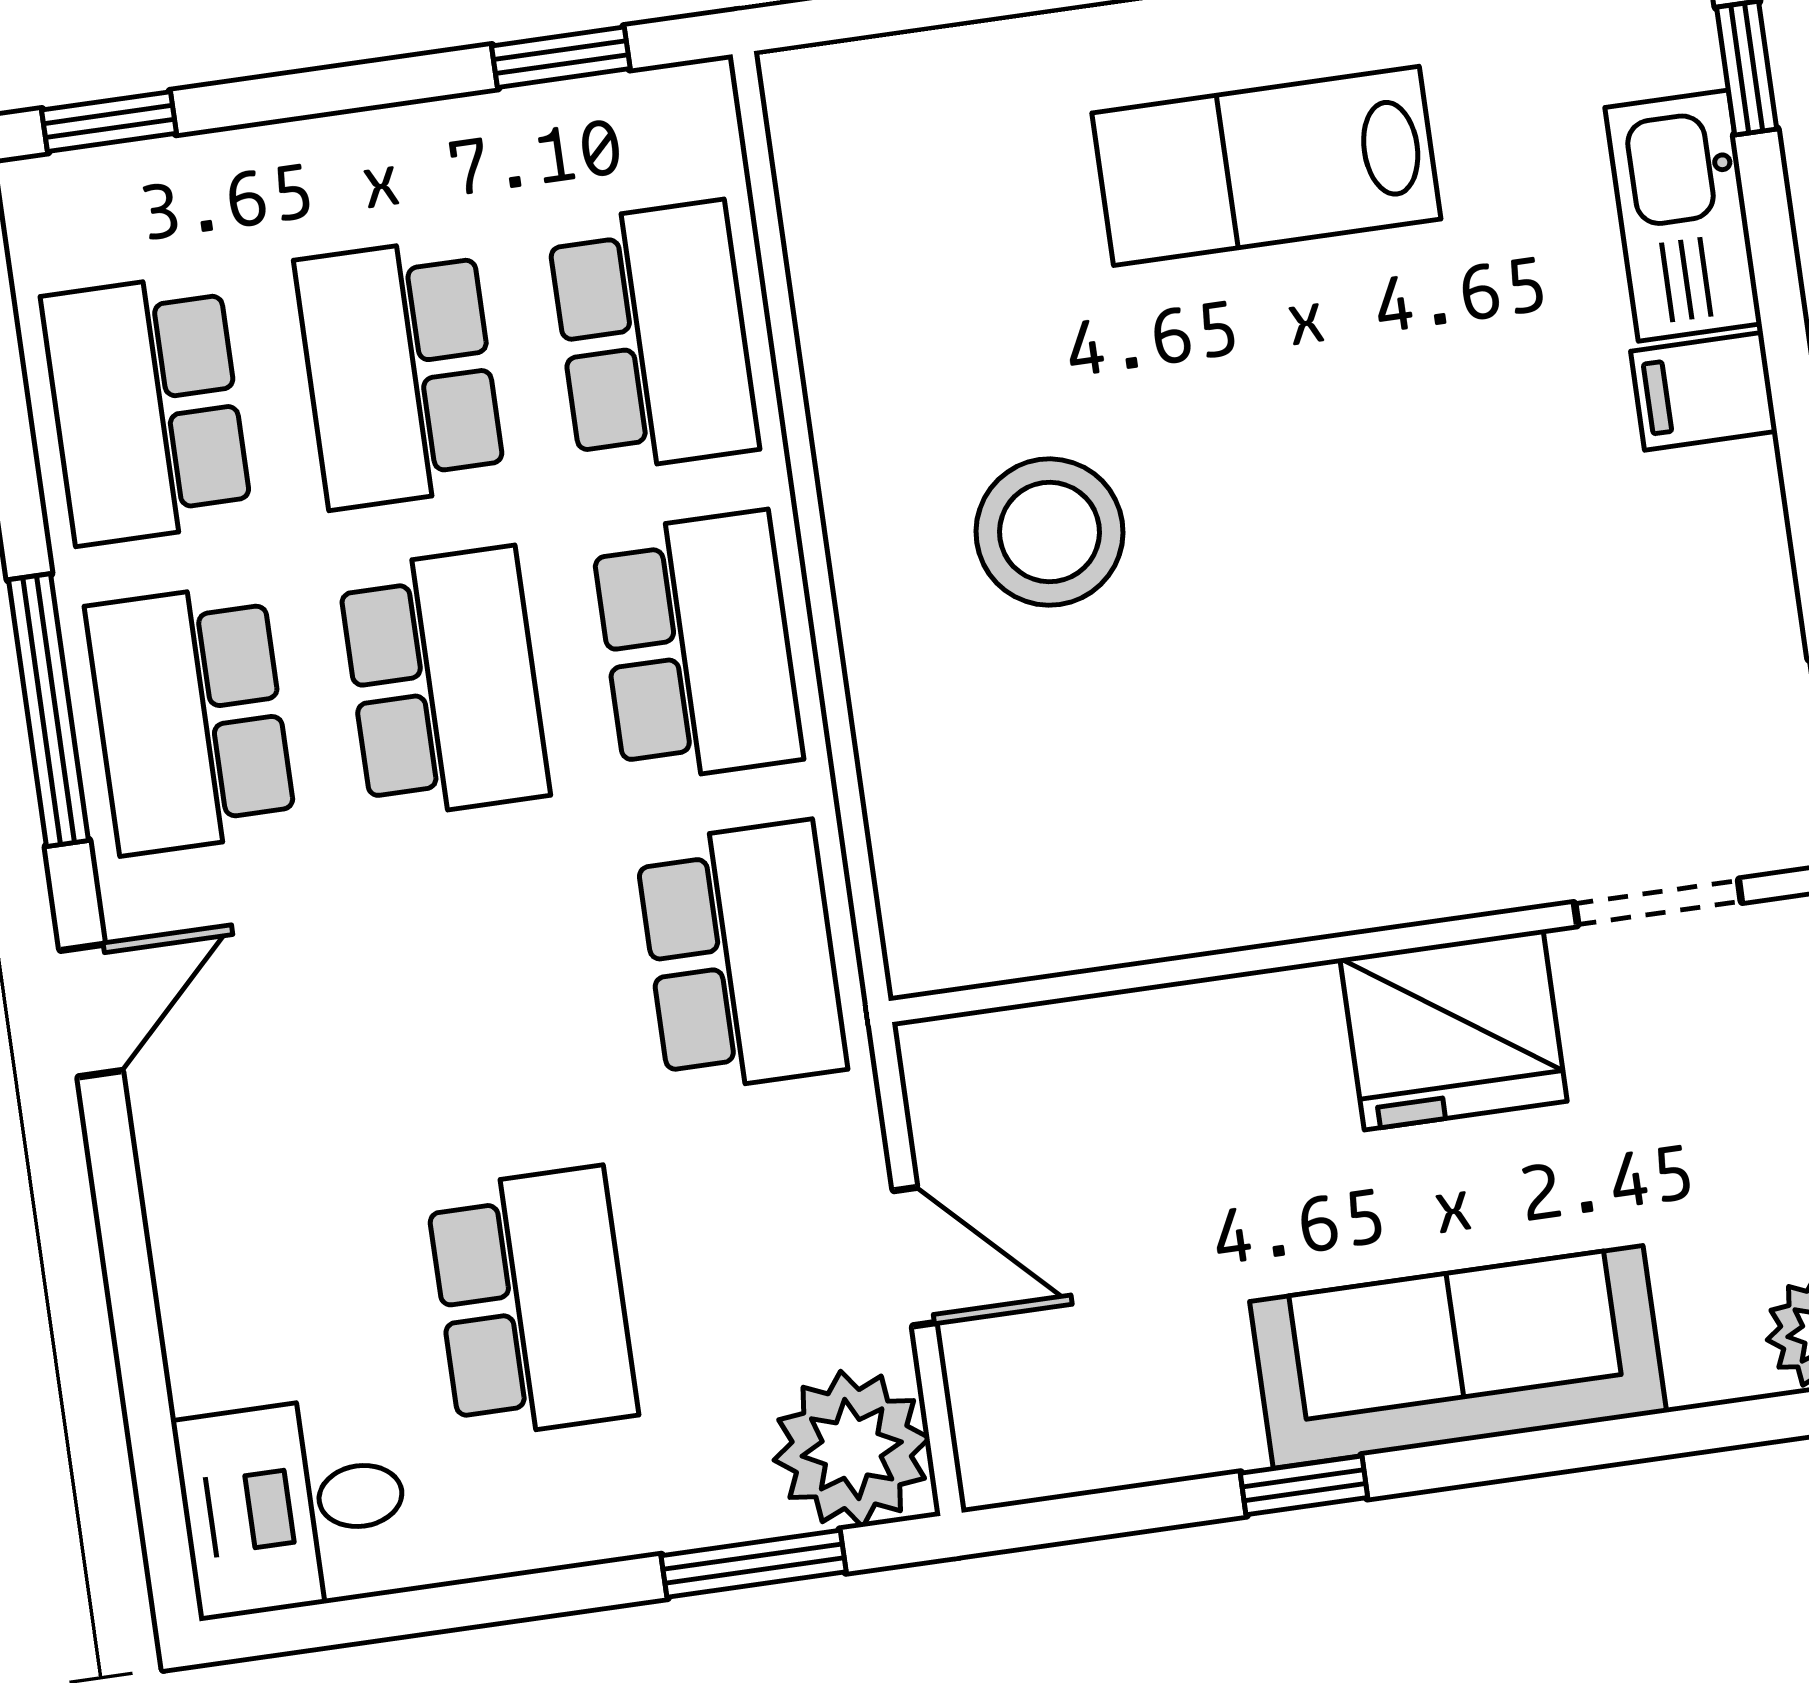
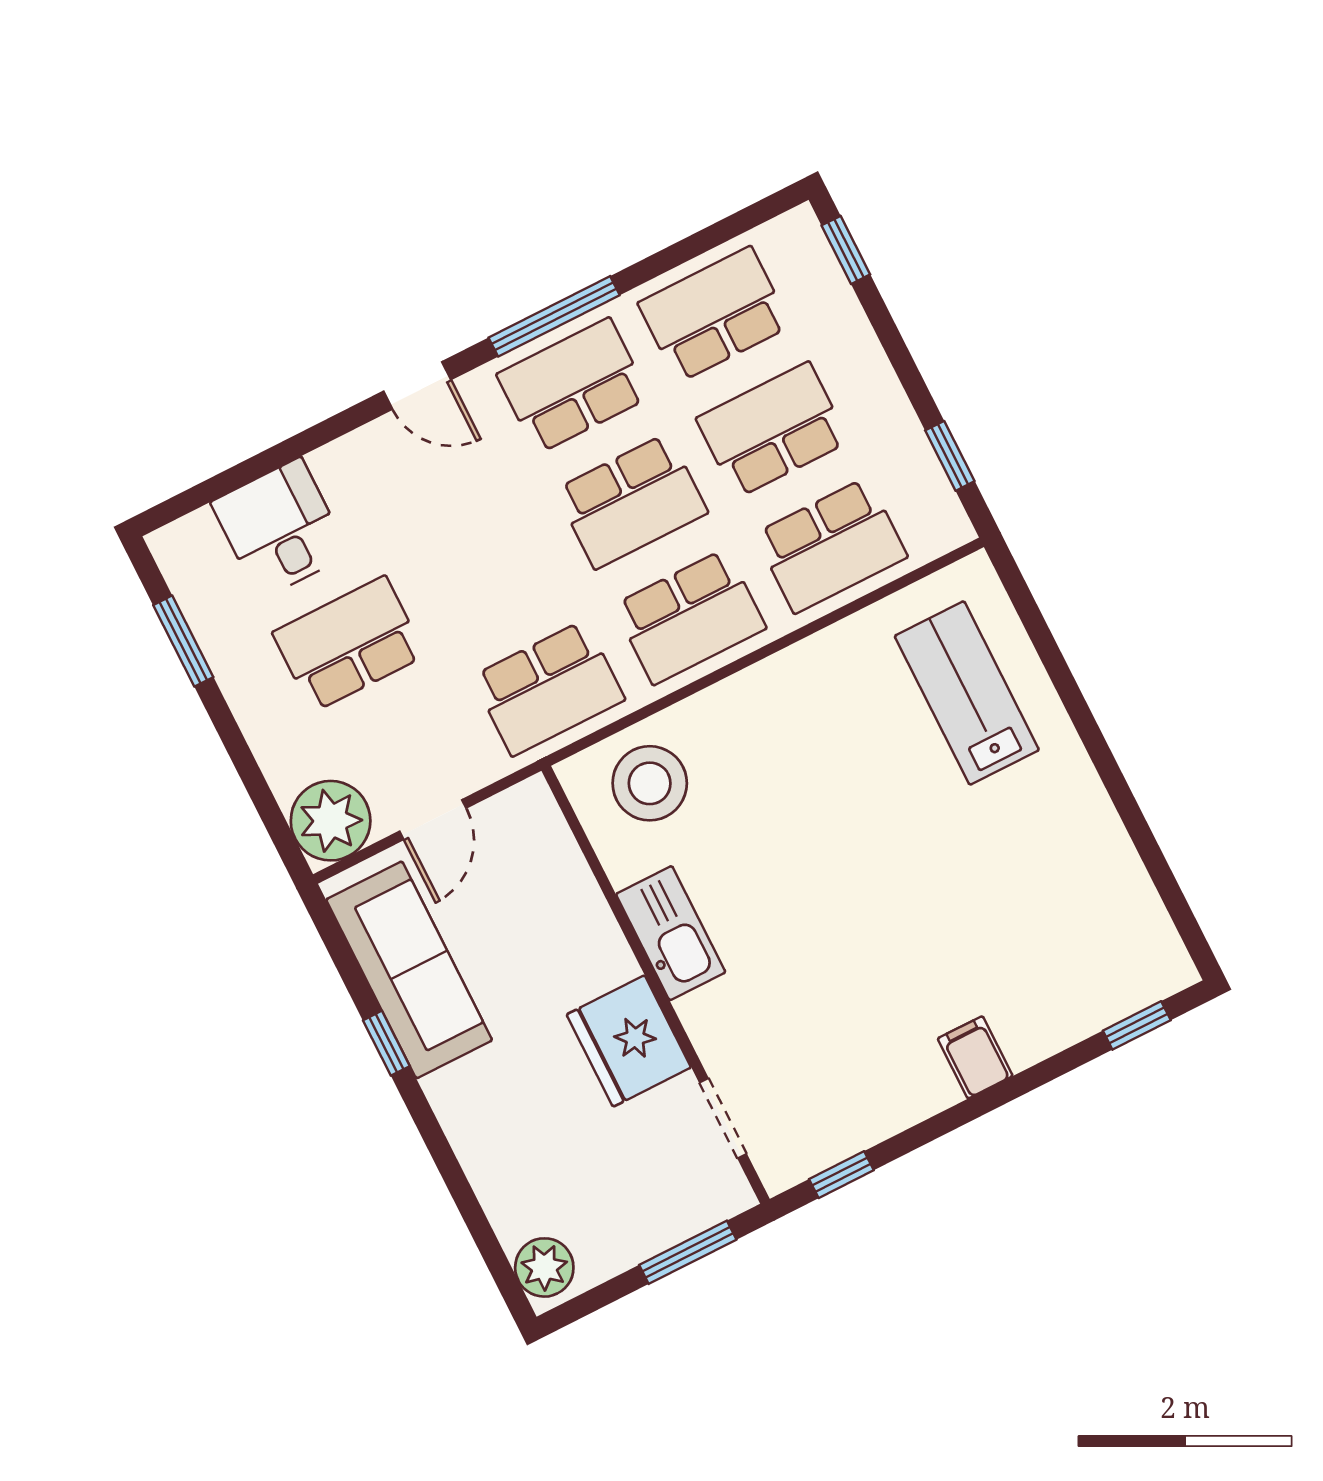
lab bench: (1266, 166) -> (967, 693), moved
kitchen sink: (1683, 216) -> (671, 933), moved, turned 90
stool: (1049, 532) -> (650, 783), moved
school desk: (532, 1303) -> (349, 644), turned 180
sofa: (1458, 1357) -> (409, 970), moved
desk: (293, 1506) -> (280, 529), moved
window: (754, 1564) -> (183, 641), moved

